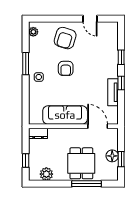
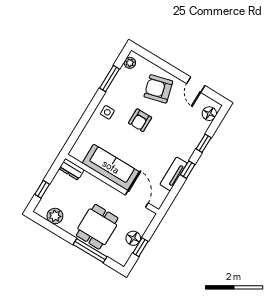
floor lamp: (112, 34) -> (209, 114), added
armchair: (65, 38) -> (158, 89), turned 58
window: (26, 64) -> (109, 79), moved

